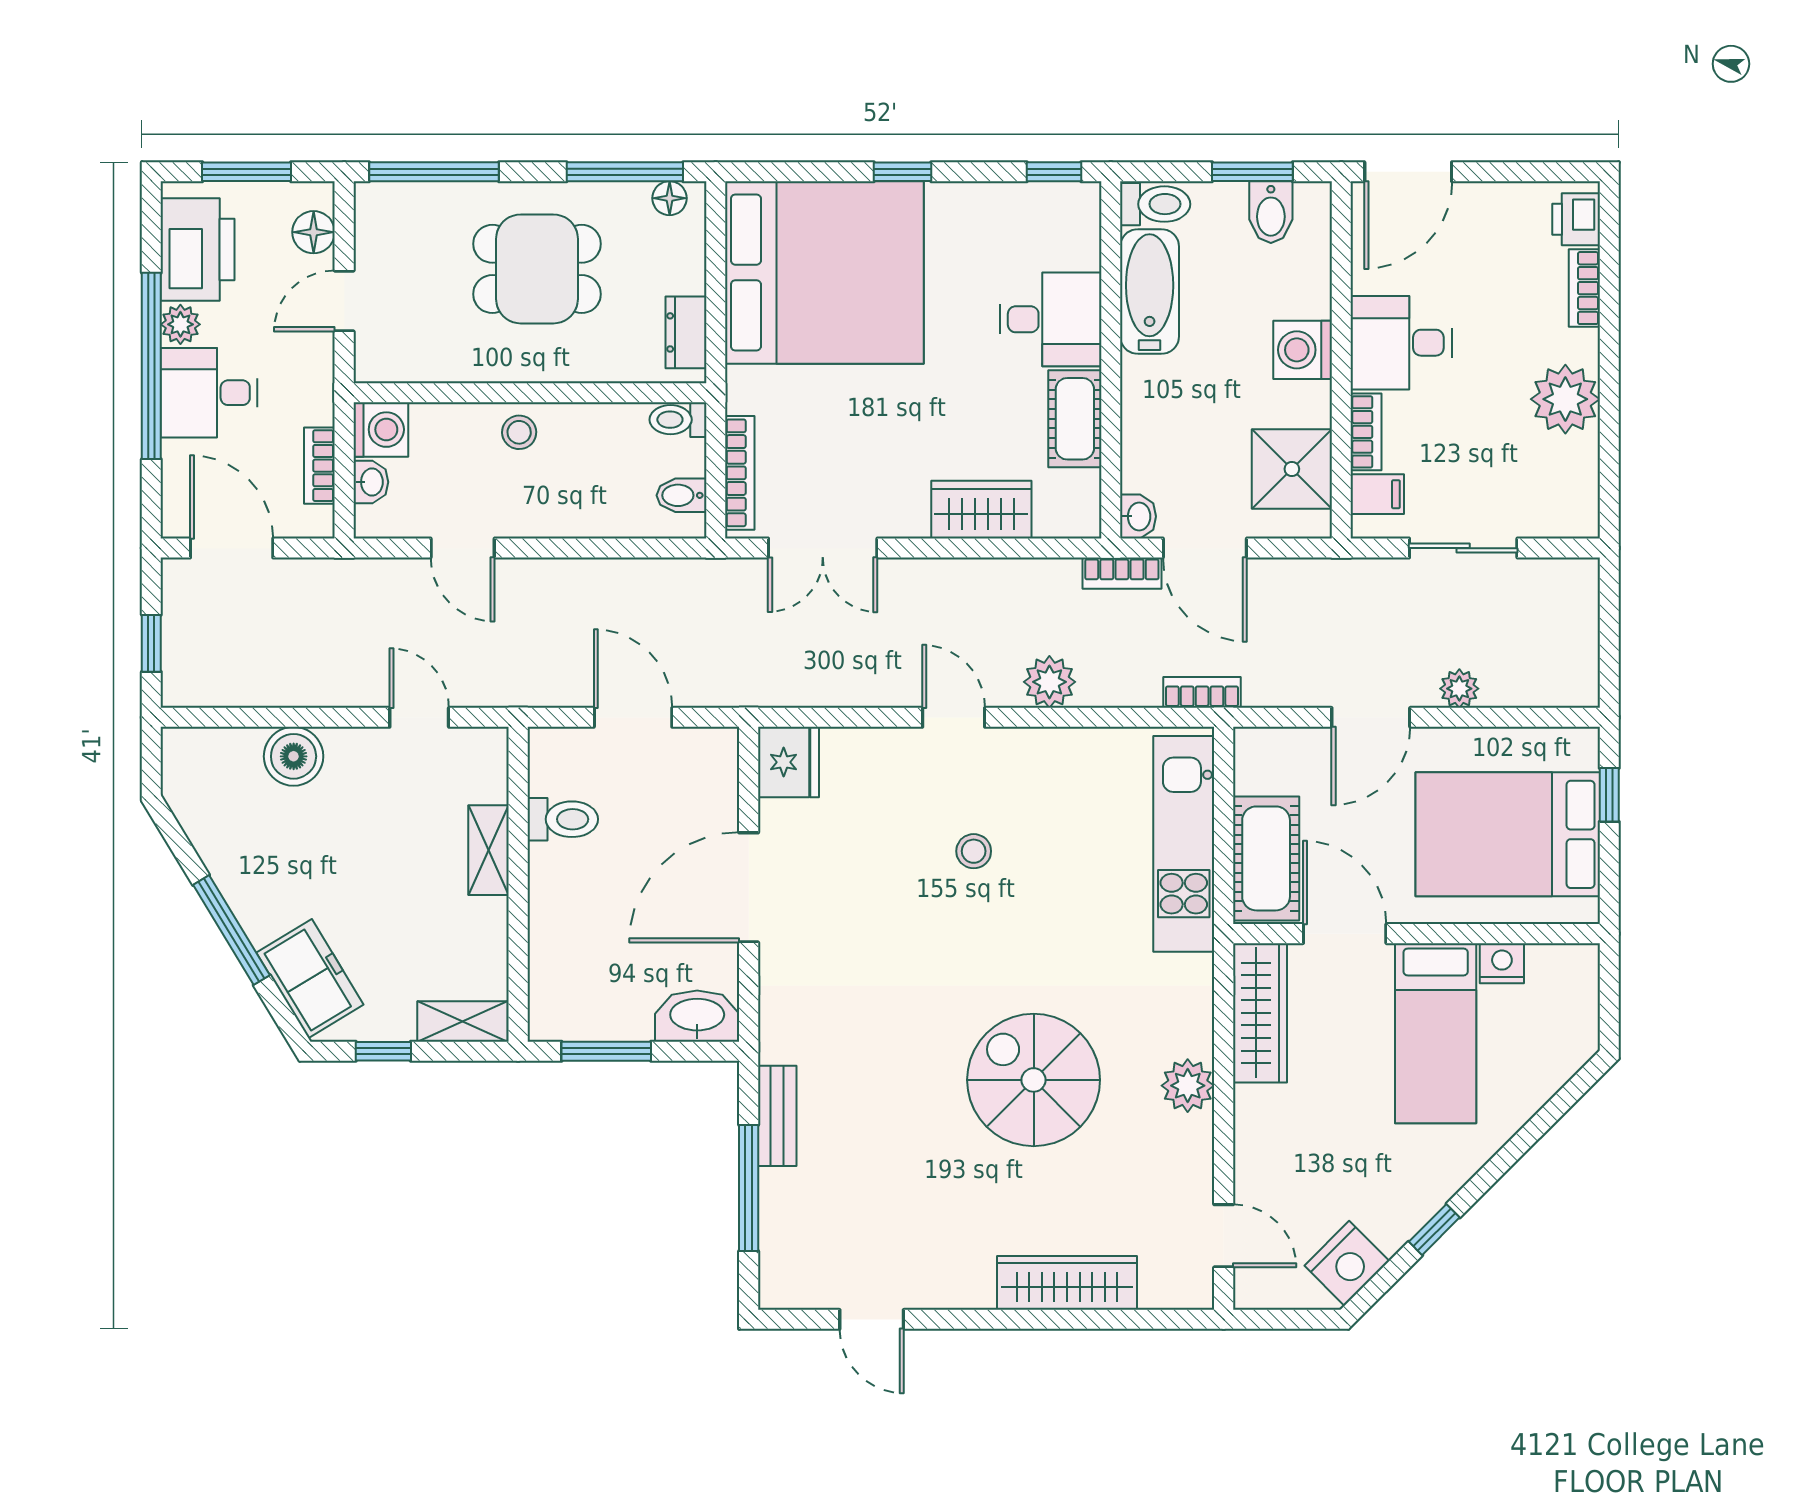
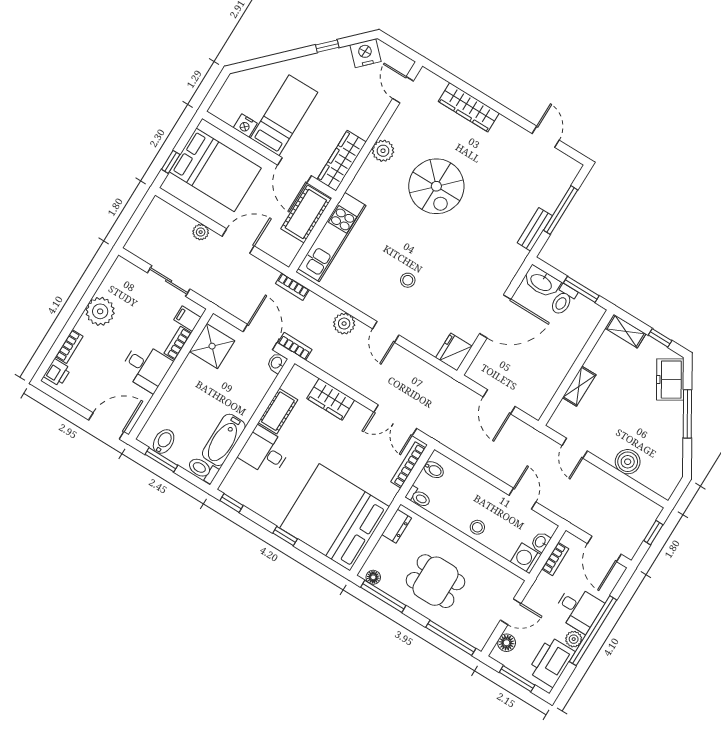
washing machine: (1303, 350) -> (182, 386), removed
double door: (823, 548) -> (395, 420), swing flipped
toilet: (563, 819) -> (563, 300), moved, turned -90

